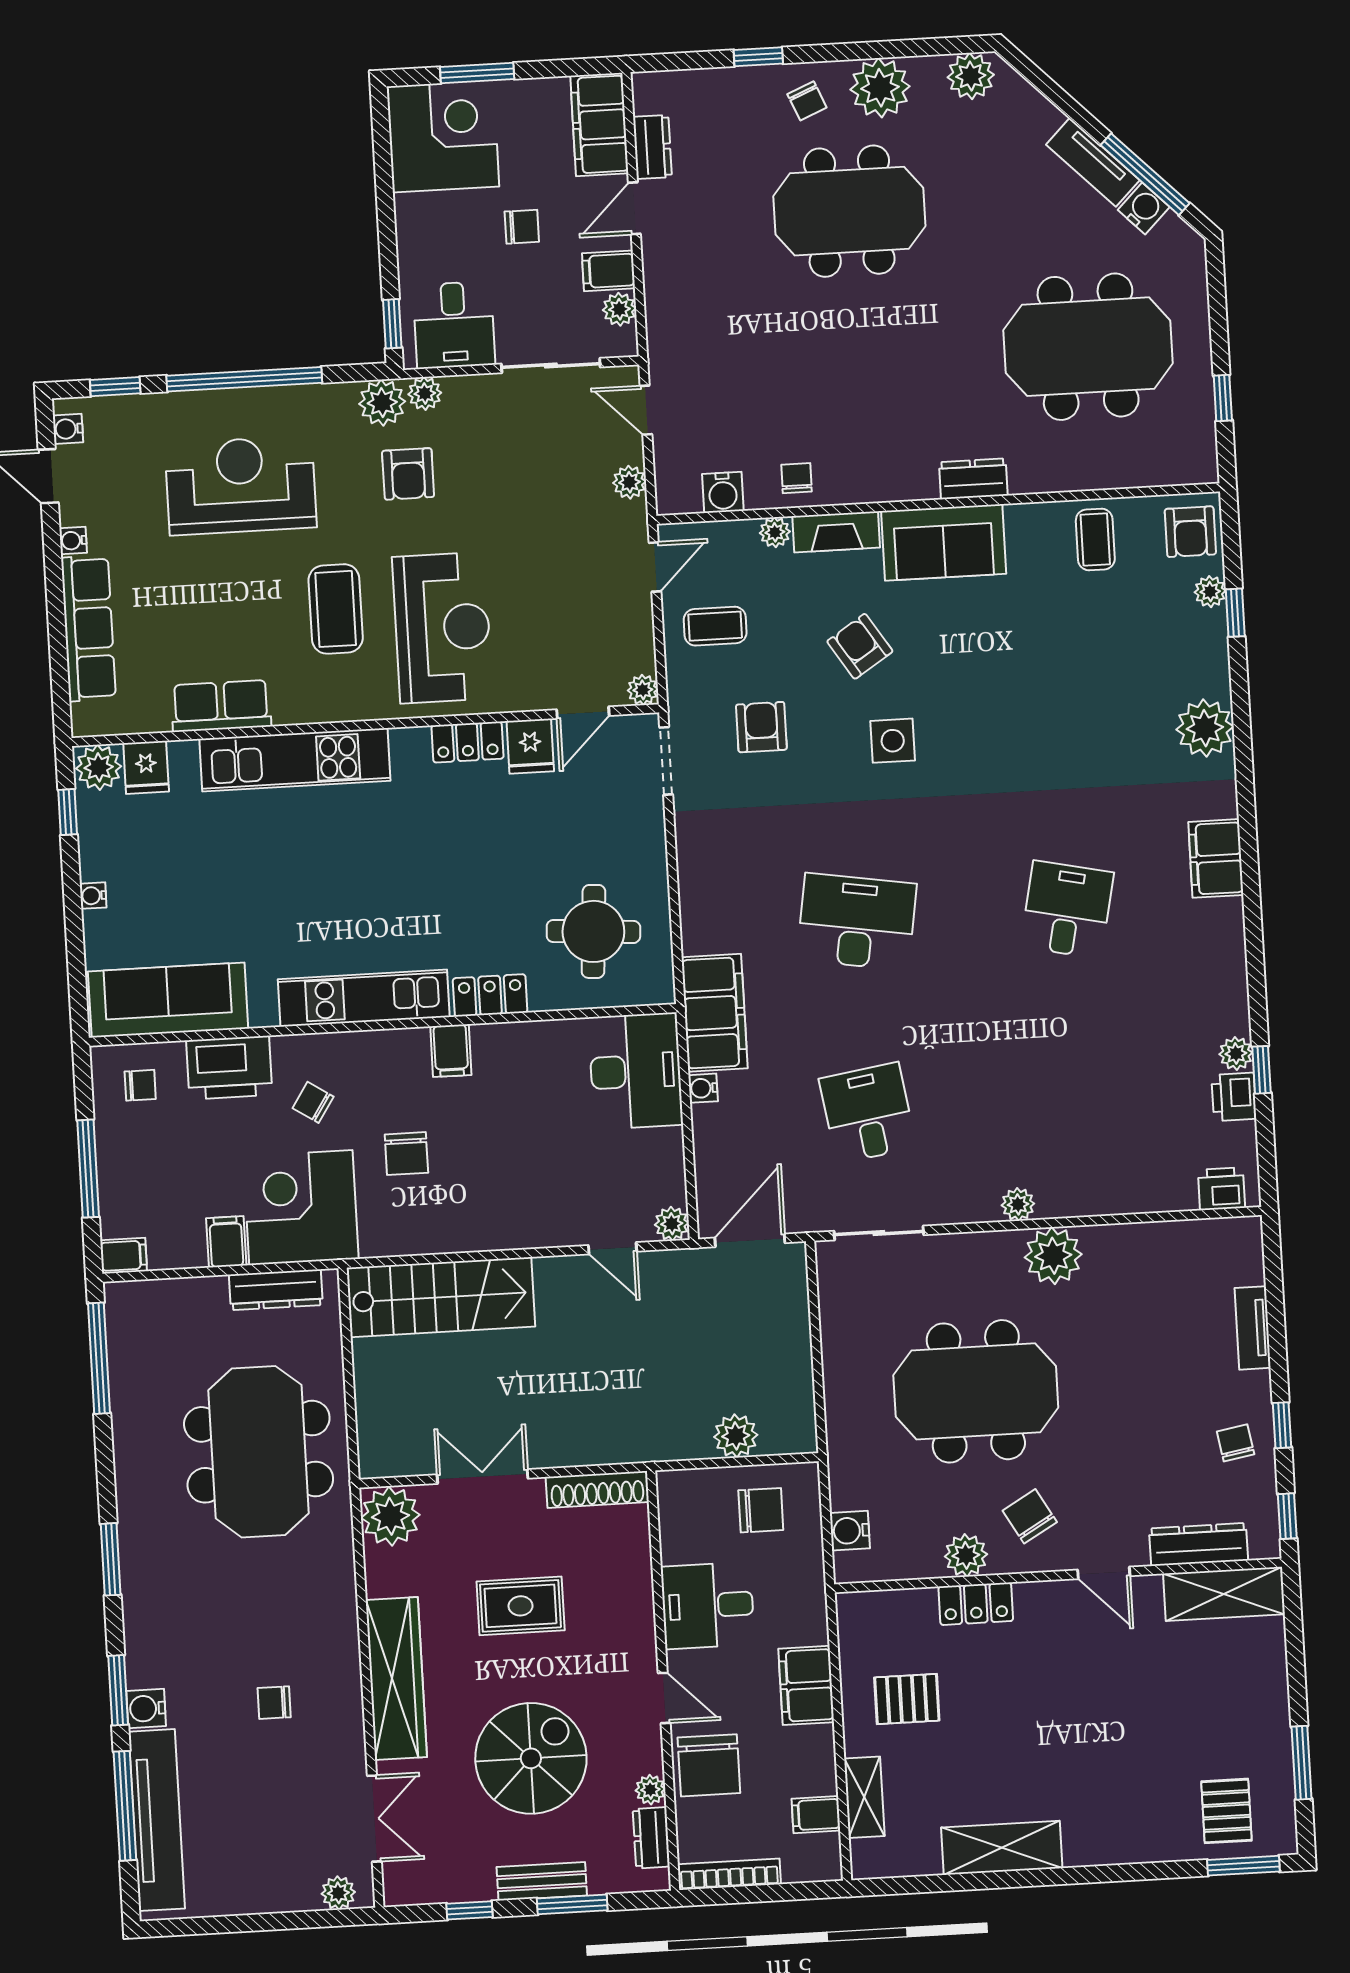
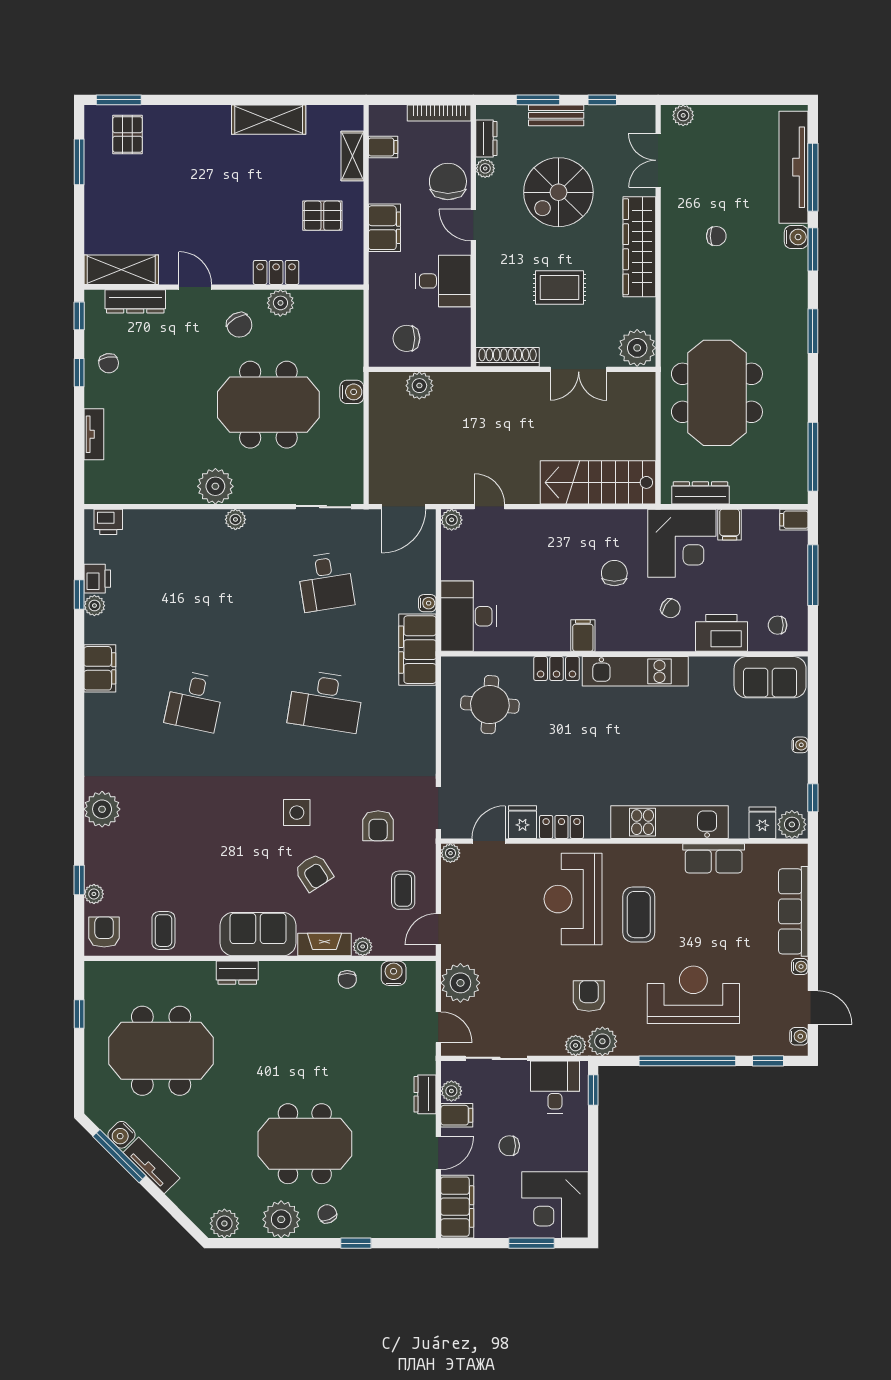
dresser: (652, 147) -> (425, 1094), moved
plant: (629, 482) -> (460, 983), width x1.88, depth x1.88
reception desk: (241, 485) -> (693, 995), turned 180
coffee table: (715, 626) -> (403, 890), turned 90
filing cabinet: (1216, 858) -> (100, 668), moved
sofa: (168, 1000) -> (770, 677), width x0.73
water cooler: (850, 1531) -> (352, 392), moved

